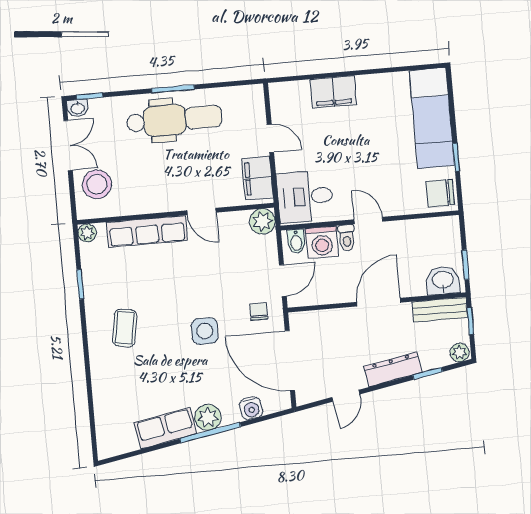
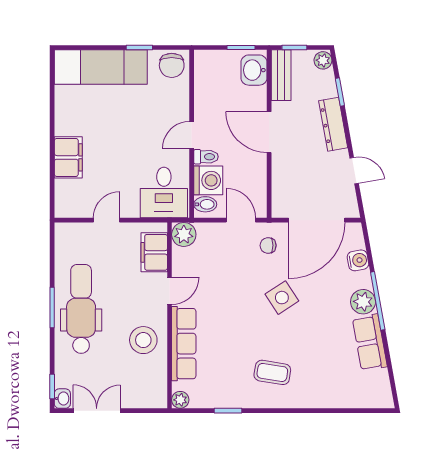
filing cabinet: (258, 178) -> (154, 252), moved, turned 90
stool: (97, 184) -> (143, 340), moved
side table: (205, 331) -> (282, 298), turned -33

